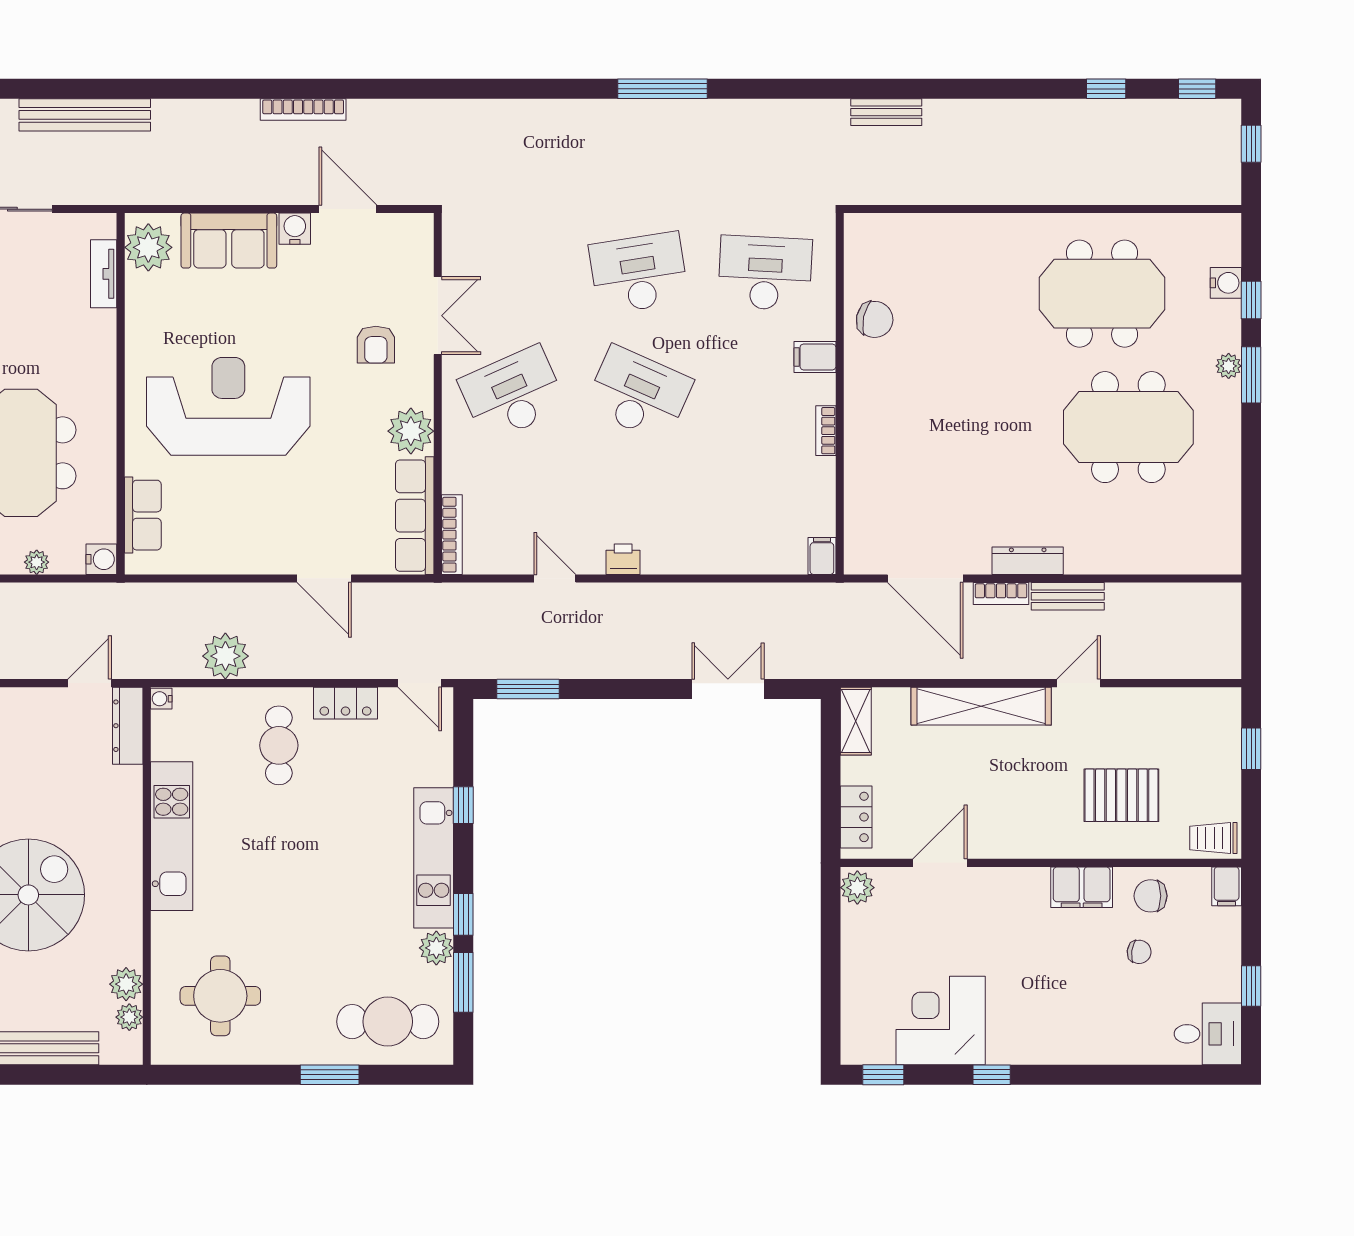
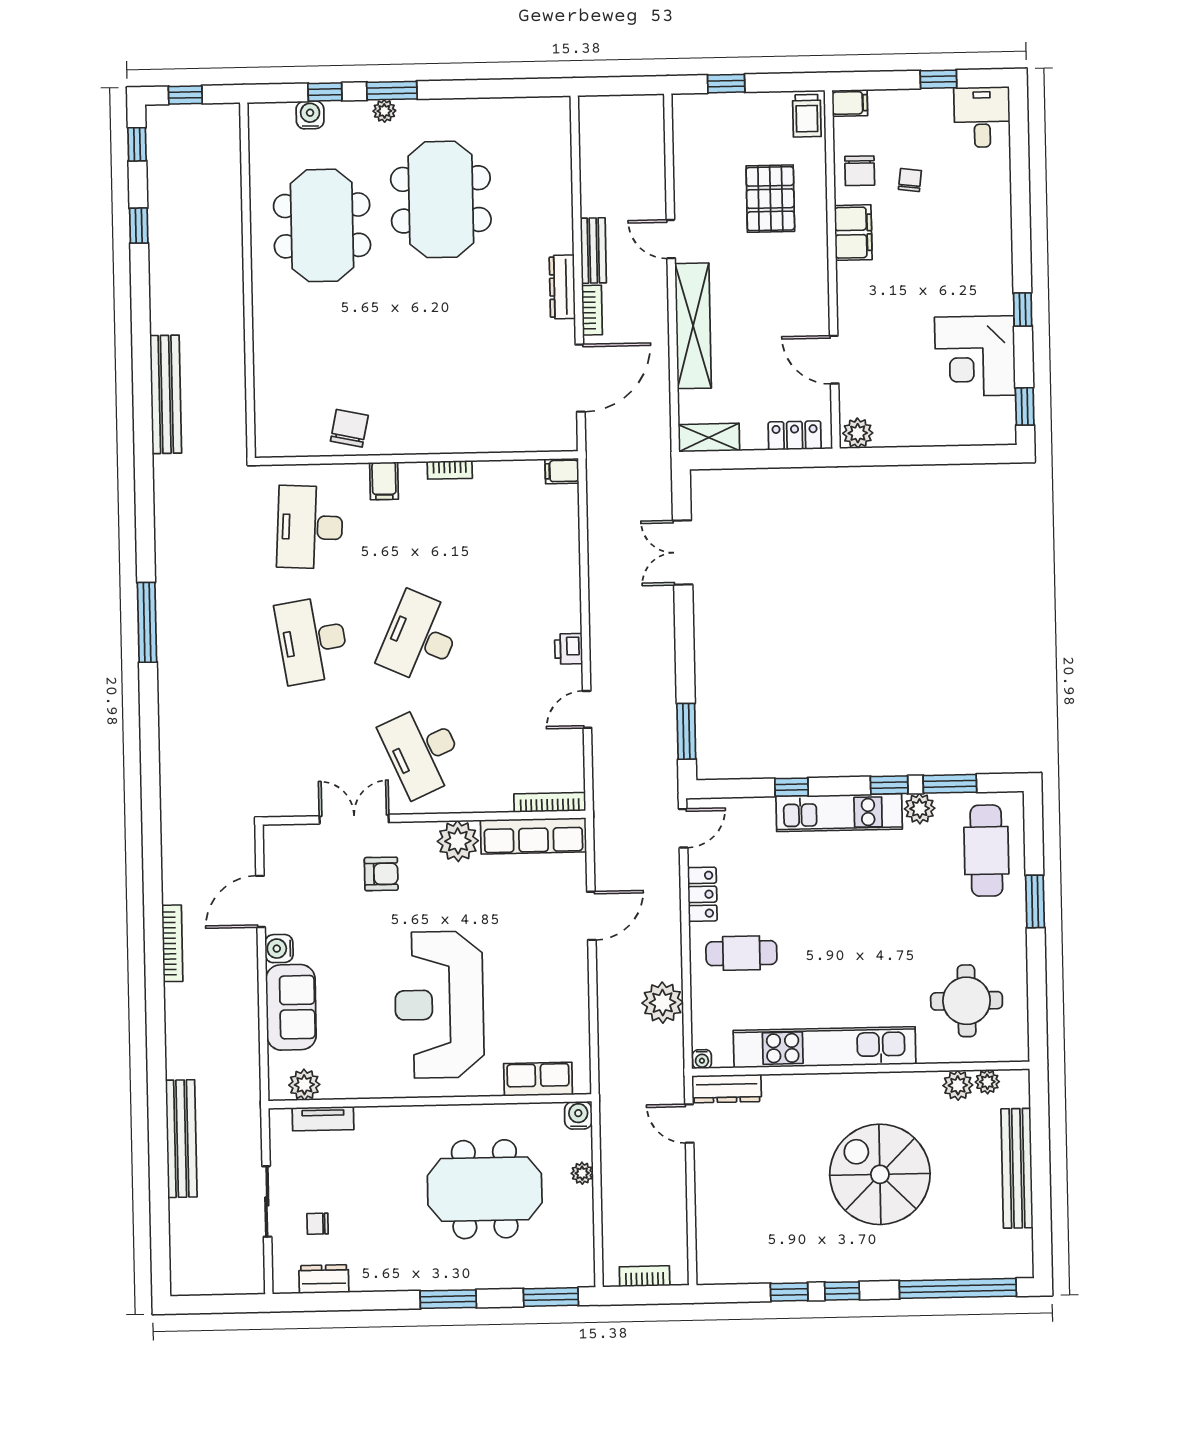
bench: (886, 112) -> (166, 394), width x1.86, depth x1.21
plant: (148, 247) -> (304, 1085), width x0.73, depth x0.73
kitchen unit: (172, 836) -> (825, 1047), width x1.36

